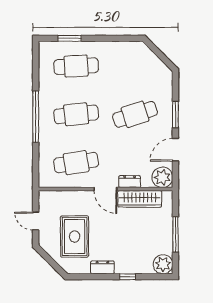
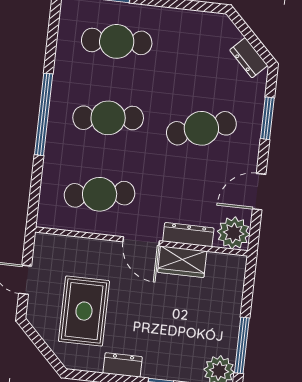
dresser: (160, 67) -> (249, 58), added
window: (175, 115) -> (267, 118), moved
dresser: (130, 182) -> (188, 235), width x1.44
wardrobe: (140, 199) -> (182, 262), width x0.67
window: (175, 234) -> (242, 345), moved

